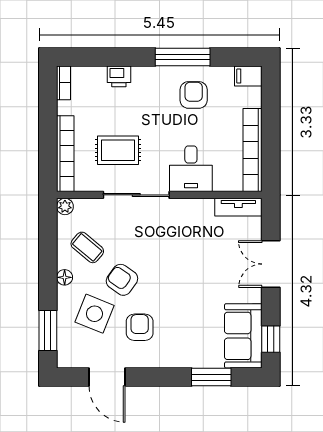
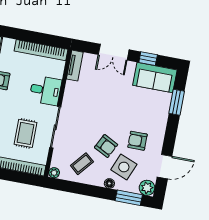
floor lamp: (65, 277) -> (109, 183), moved
armchair: (122, 280) -> (106, 146), turned -98
window: (271, 339) -> (148, 59), moved
plant: (69, 356) -> (147, 188), added

